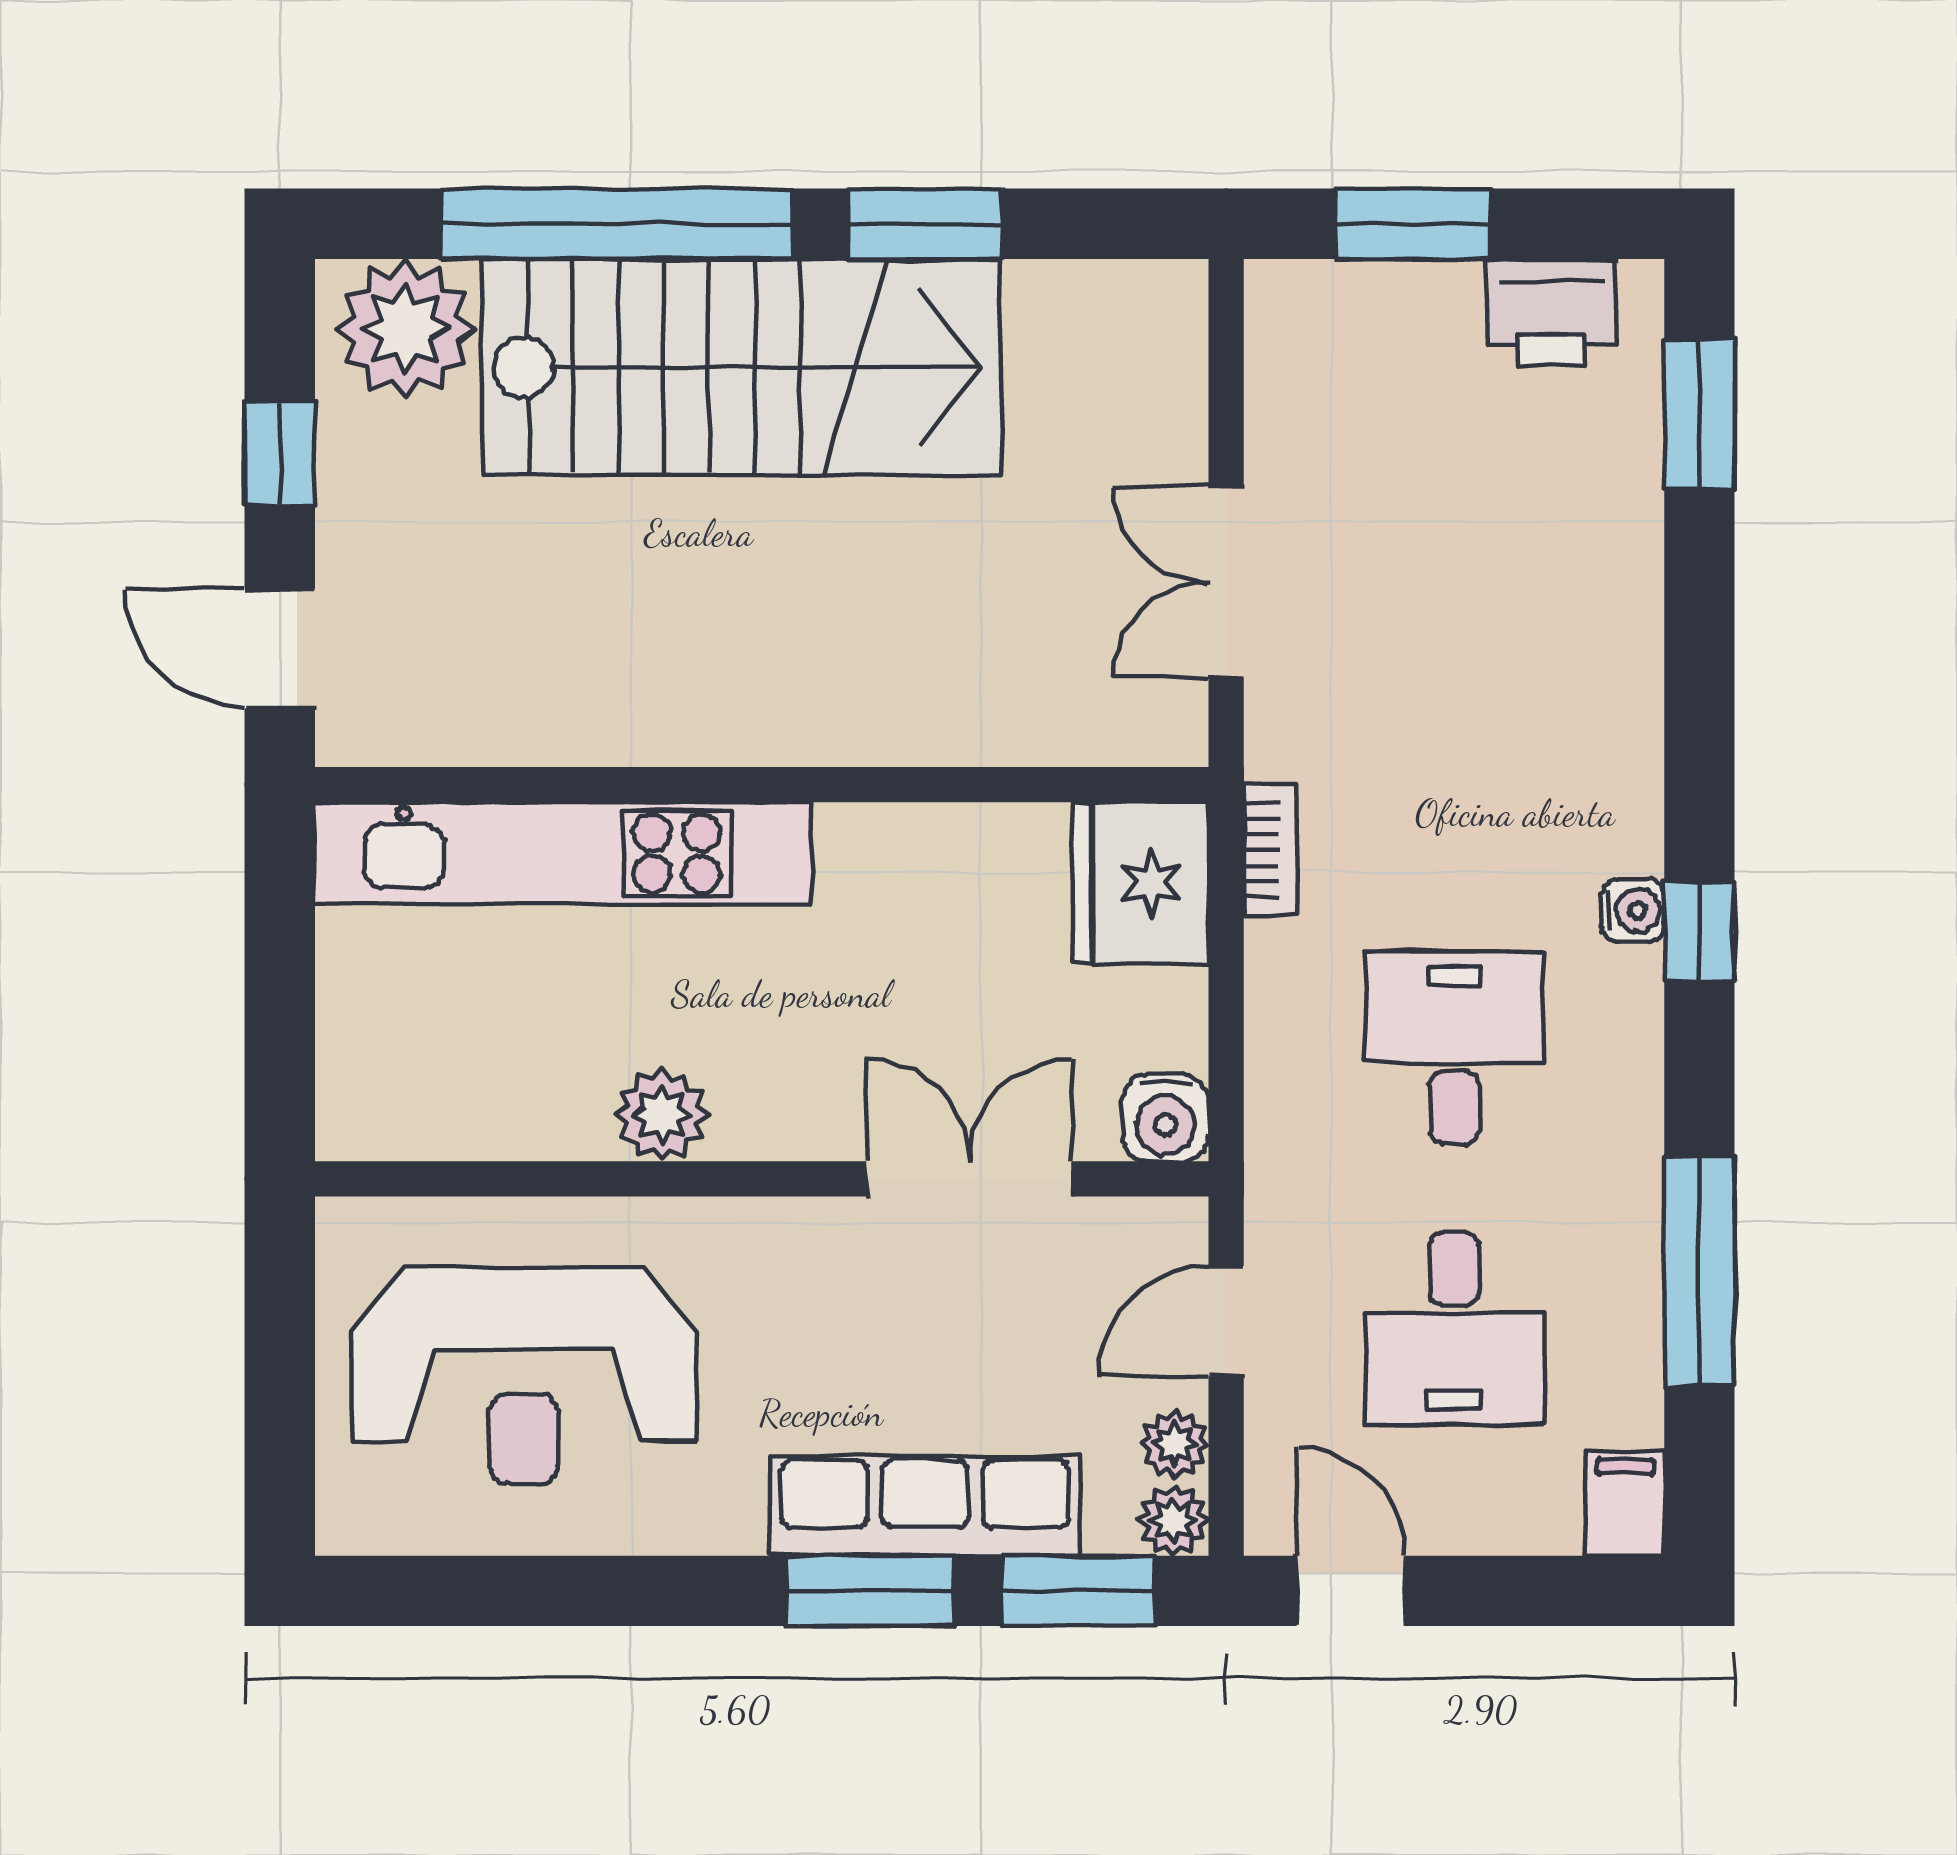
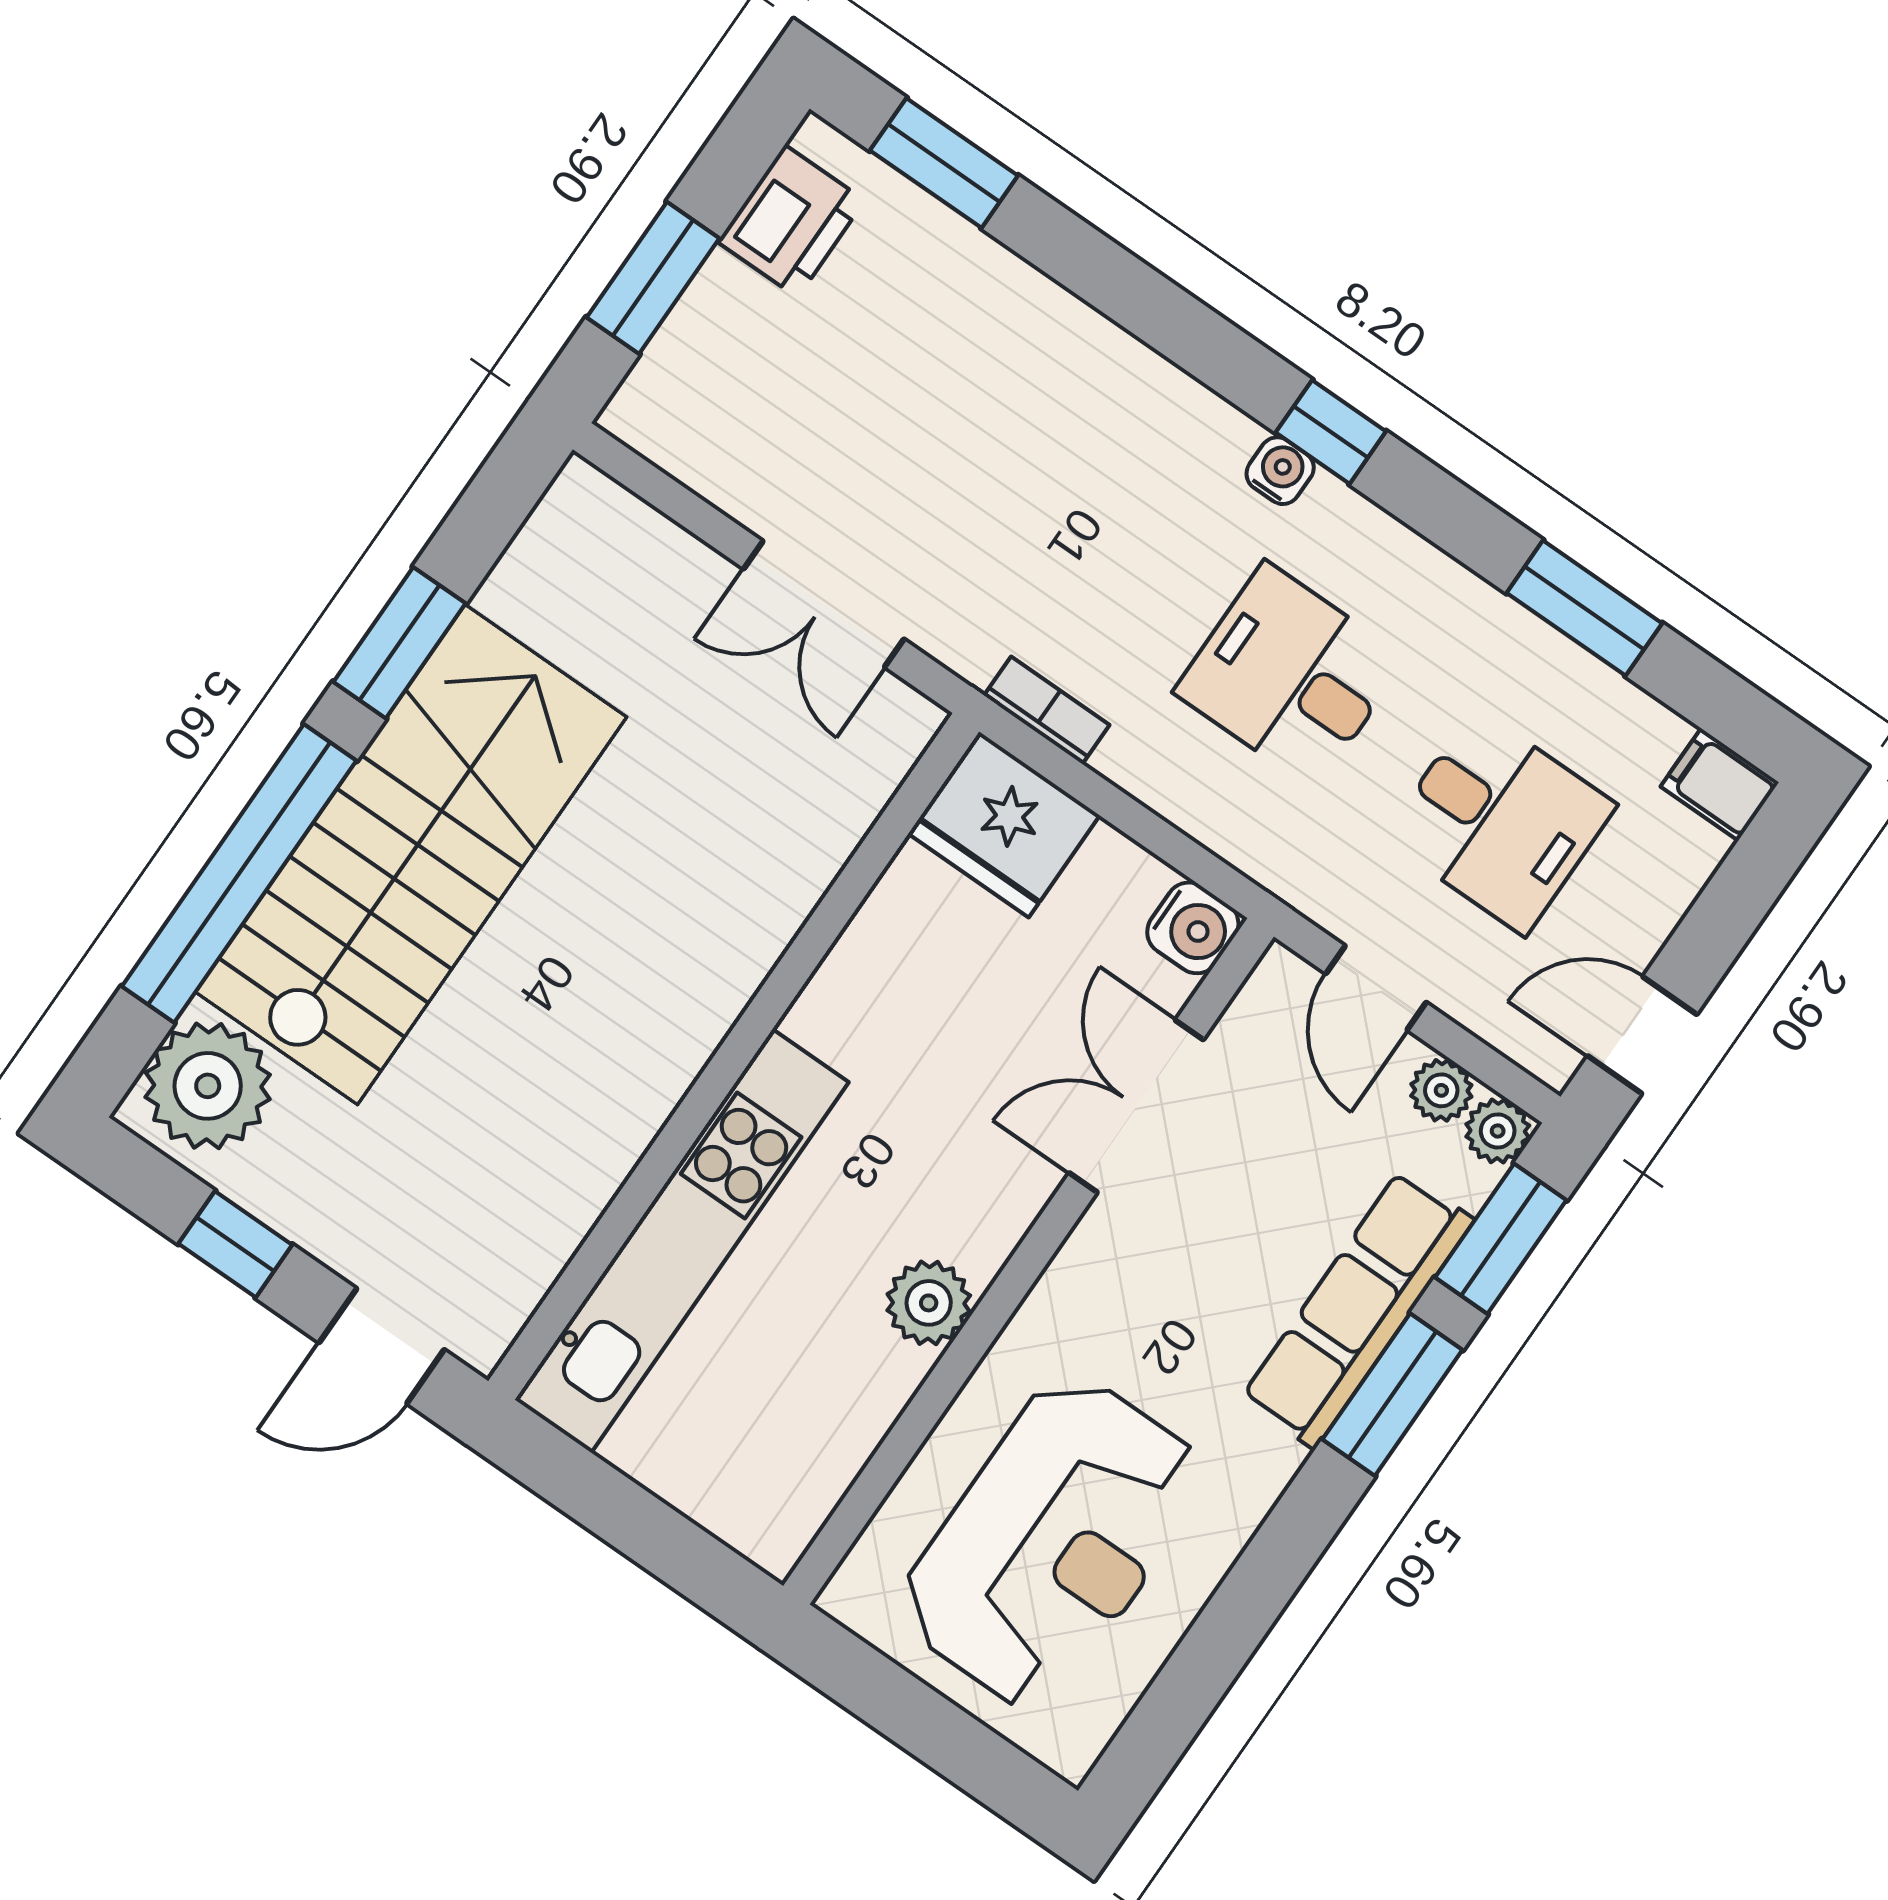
window: (1699, 1271) -> (1584, 608), width x0.69

